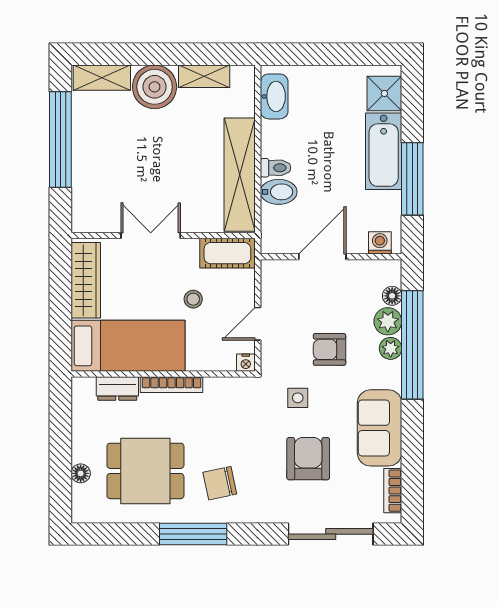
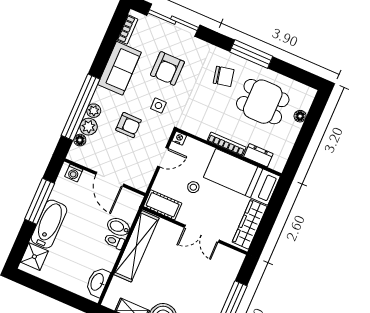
door: (322, 257) -> (110, 179), hinge flipped

